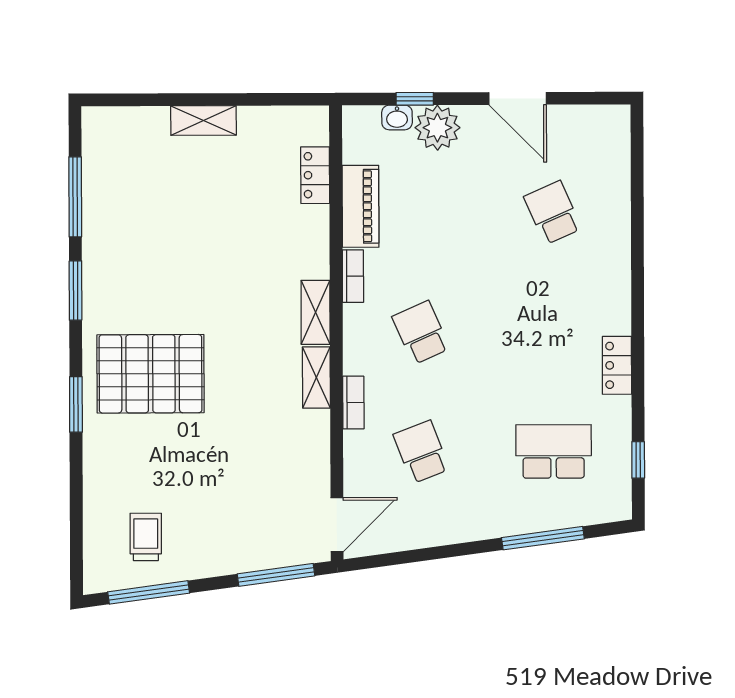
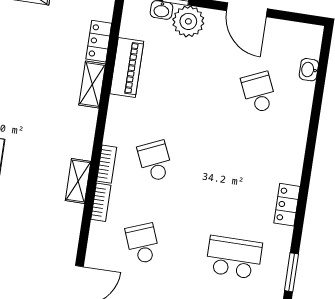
washbasin: (618, 170) -> (309, 70), added
bookcase: (353, 276) -> (107, 164), moved
shelving: (316, 312) -> (92, 85), moved
window: (638, 460) -> (291, 272), width x1.50

